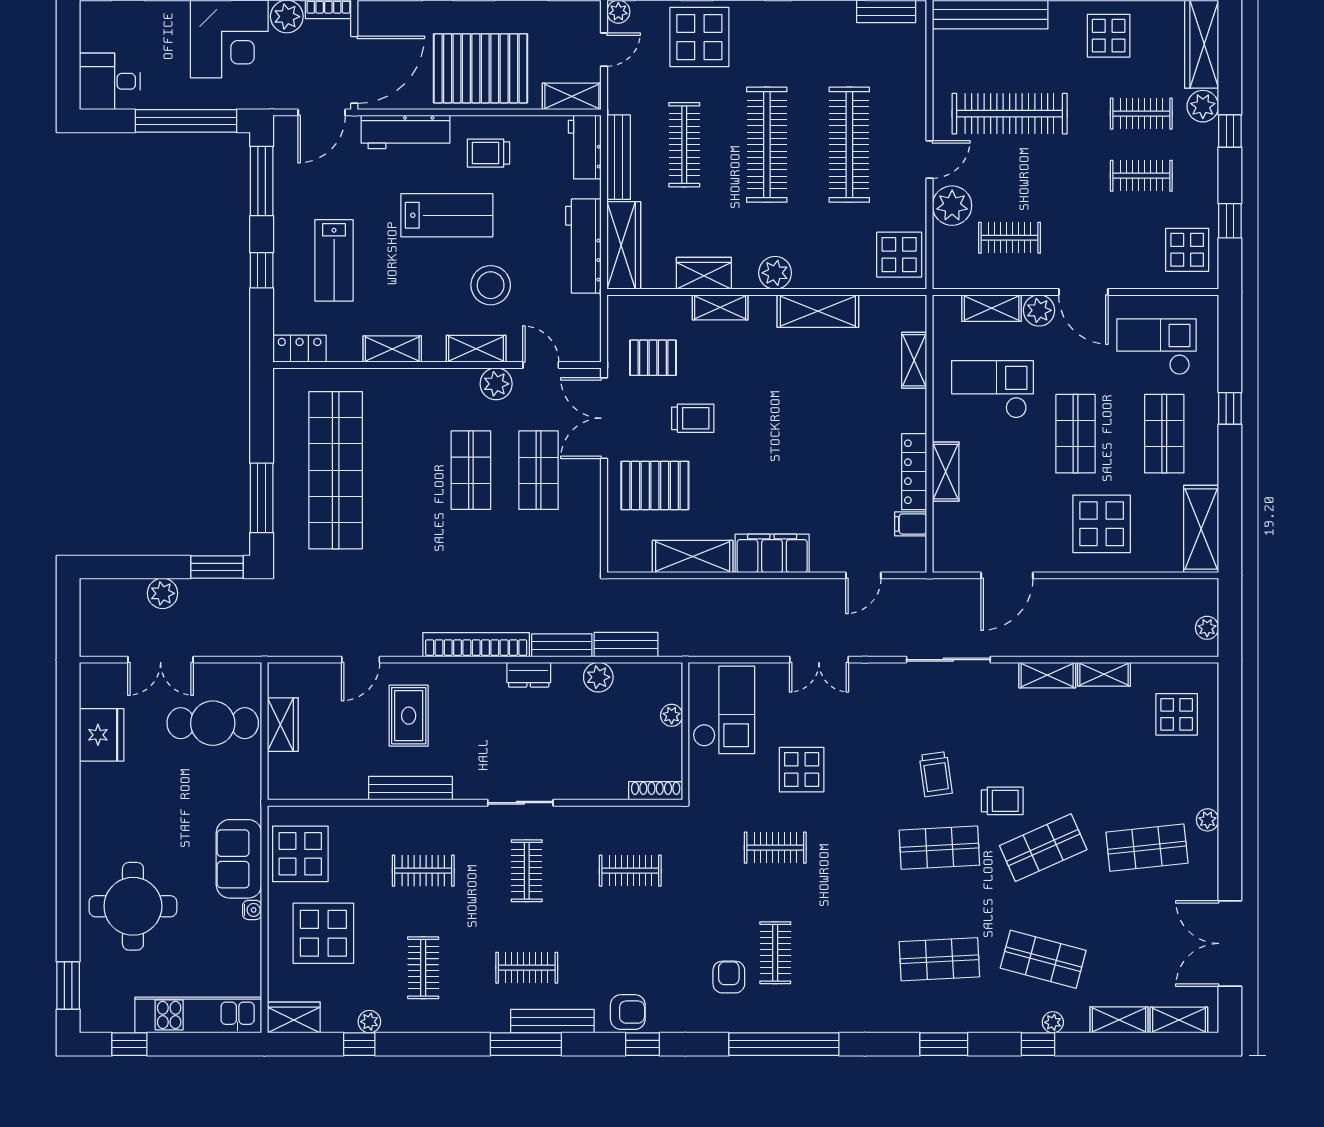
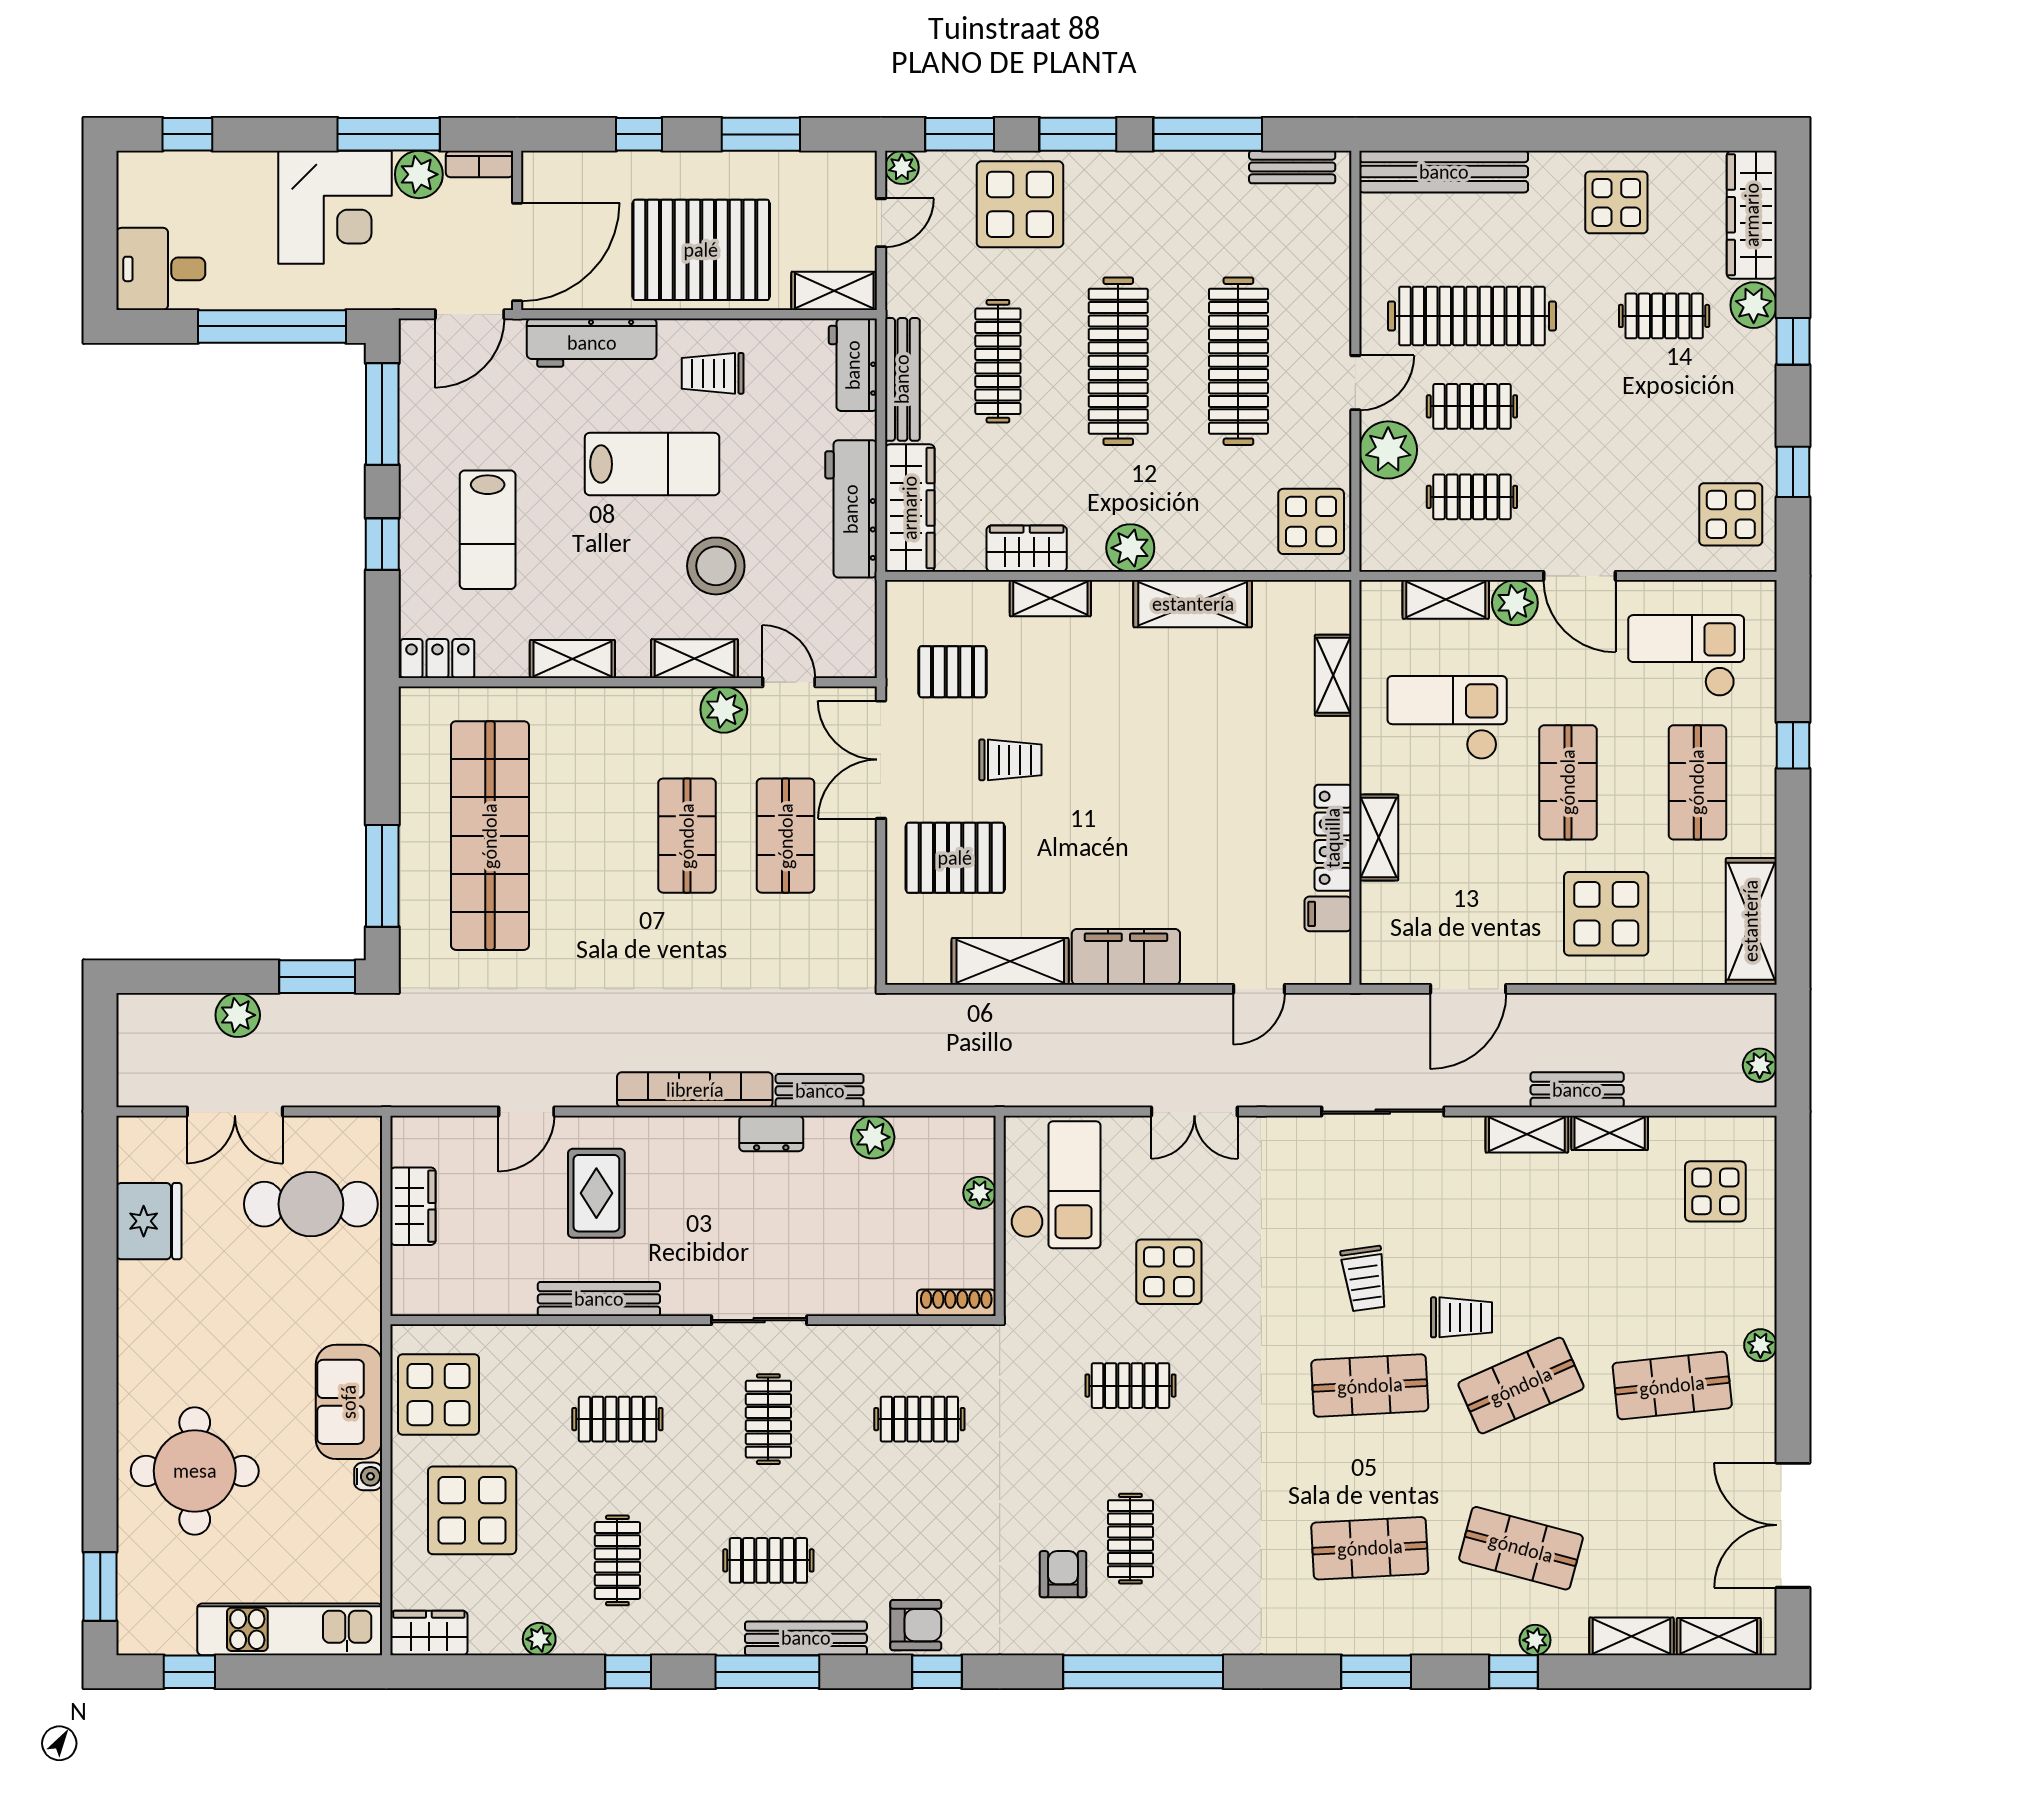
clothes rail: (1141, 176) -> (1472, 406), moved
bench: (626, 645) -> (1577, 1090), moved
window: (359, 1044) -> (628, 1672), moved

